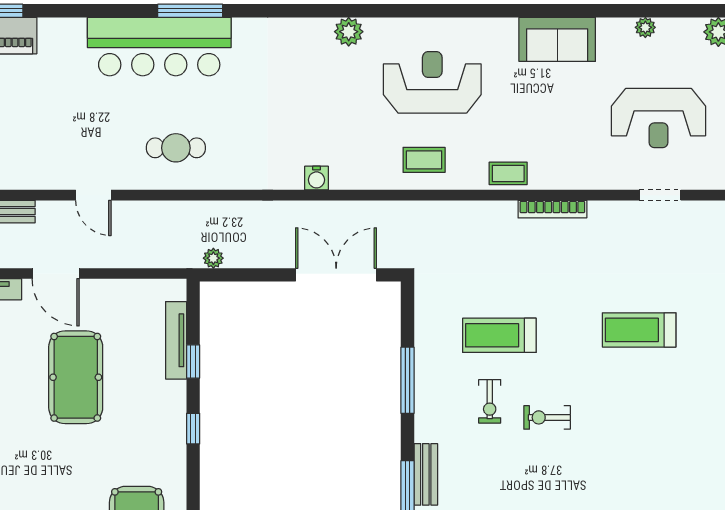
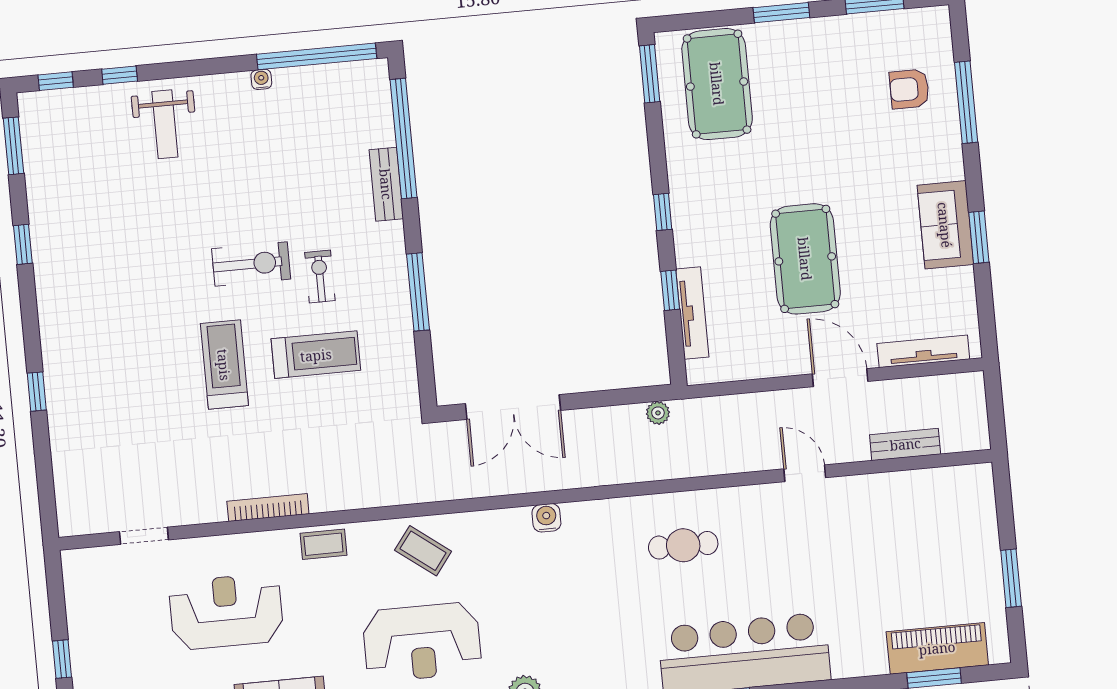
reception desk: (658, 118) -> (226, 612), moved
cafe table: (176, 148) -> (683, 545), moved
coffee table: (424, 160) -> (423, 551), turned 37
treadmill: (639, 330) -> (224, 365), moved, turned -90
exercise bike: (547, 417) -> (251, 264), width x1.38, depth x1.39

